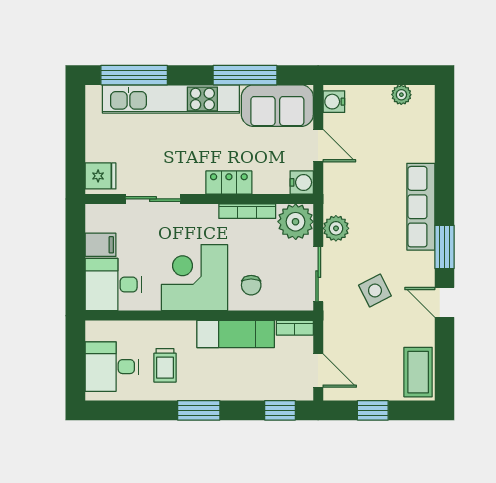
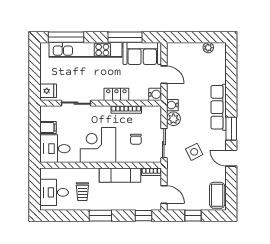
water cooler: (334, 102) -> (172, 105), moved
plant: (296, 222) -> (152, 115), removed
chair: (251, 285) -> (136, 139), moved

